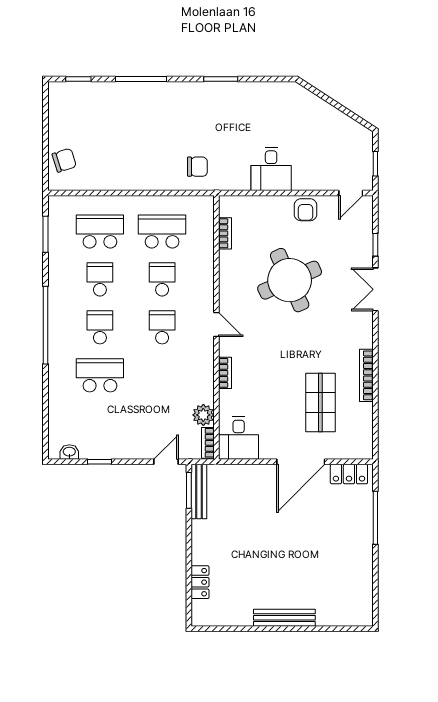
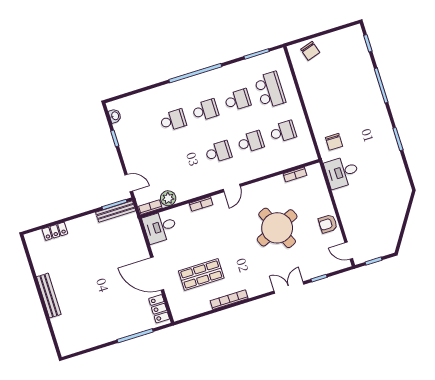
desk: (271, 169) -> (342, 172), moved
school desk: (162, 231) -> (283, 132), width x0.54
school desk: (100, 375) -> (173, 120), width x0.54

